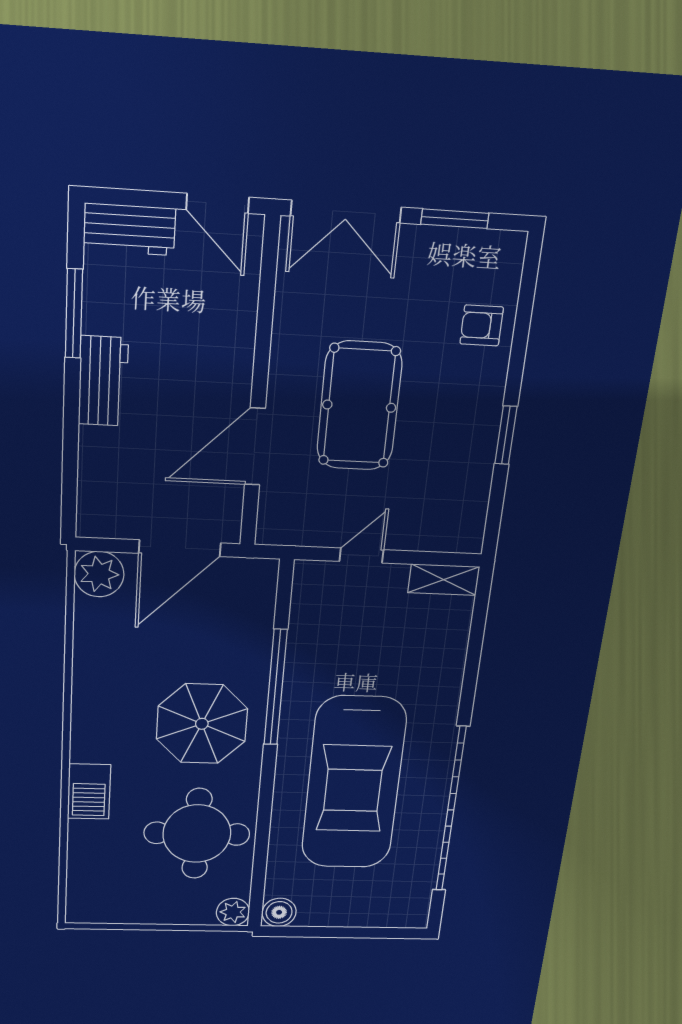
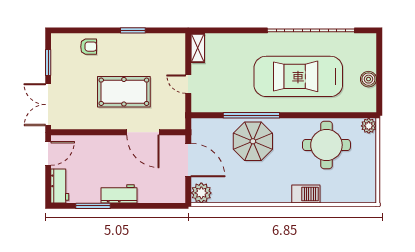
double door: (346, 212) -> (48, 105), swing flipped
armchair: (482, 325) -> (89, 47), turned -90
parasol: (202, 724) -> (253, 141), moved
car: (354, 783) -> (298, 76), turned 180
boiler: (279, 912) -> (368, 79), moved

